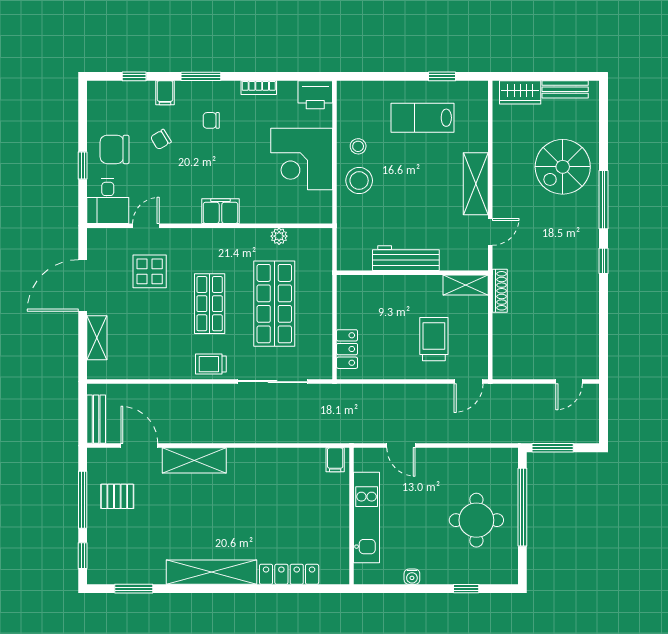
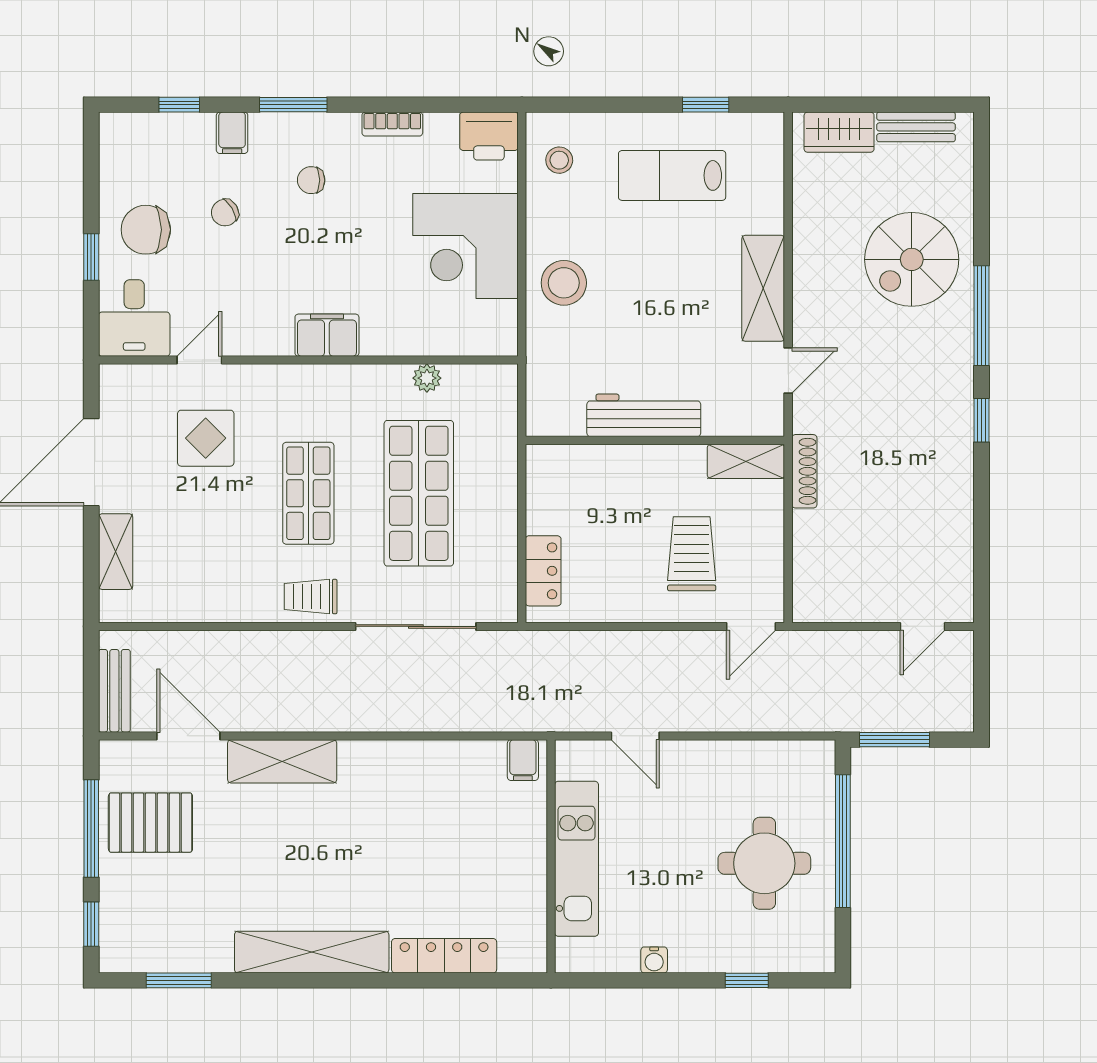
stool: (358, 146) -> (559, 160), moved
pallet: (117, 496) -> (150, 823), width x1.50, depth x1.42

